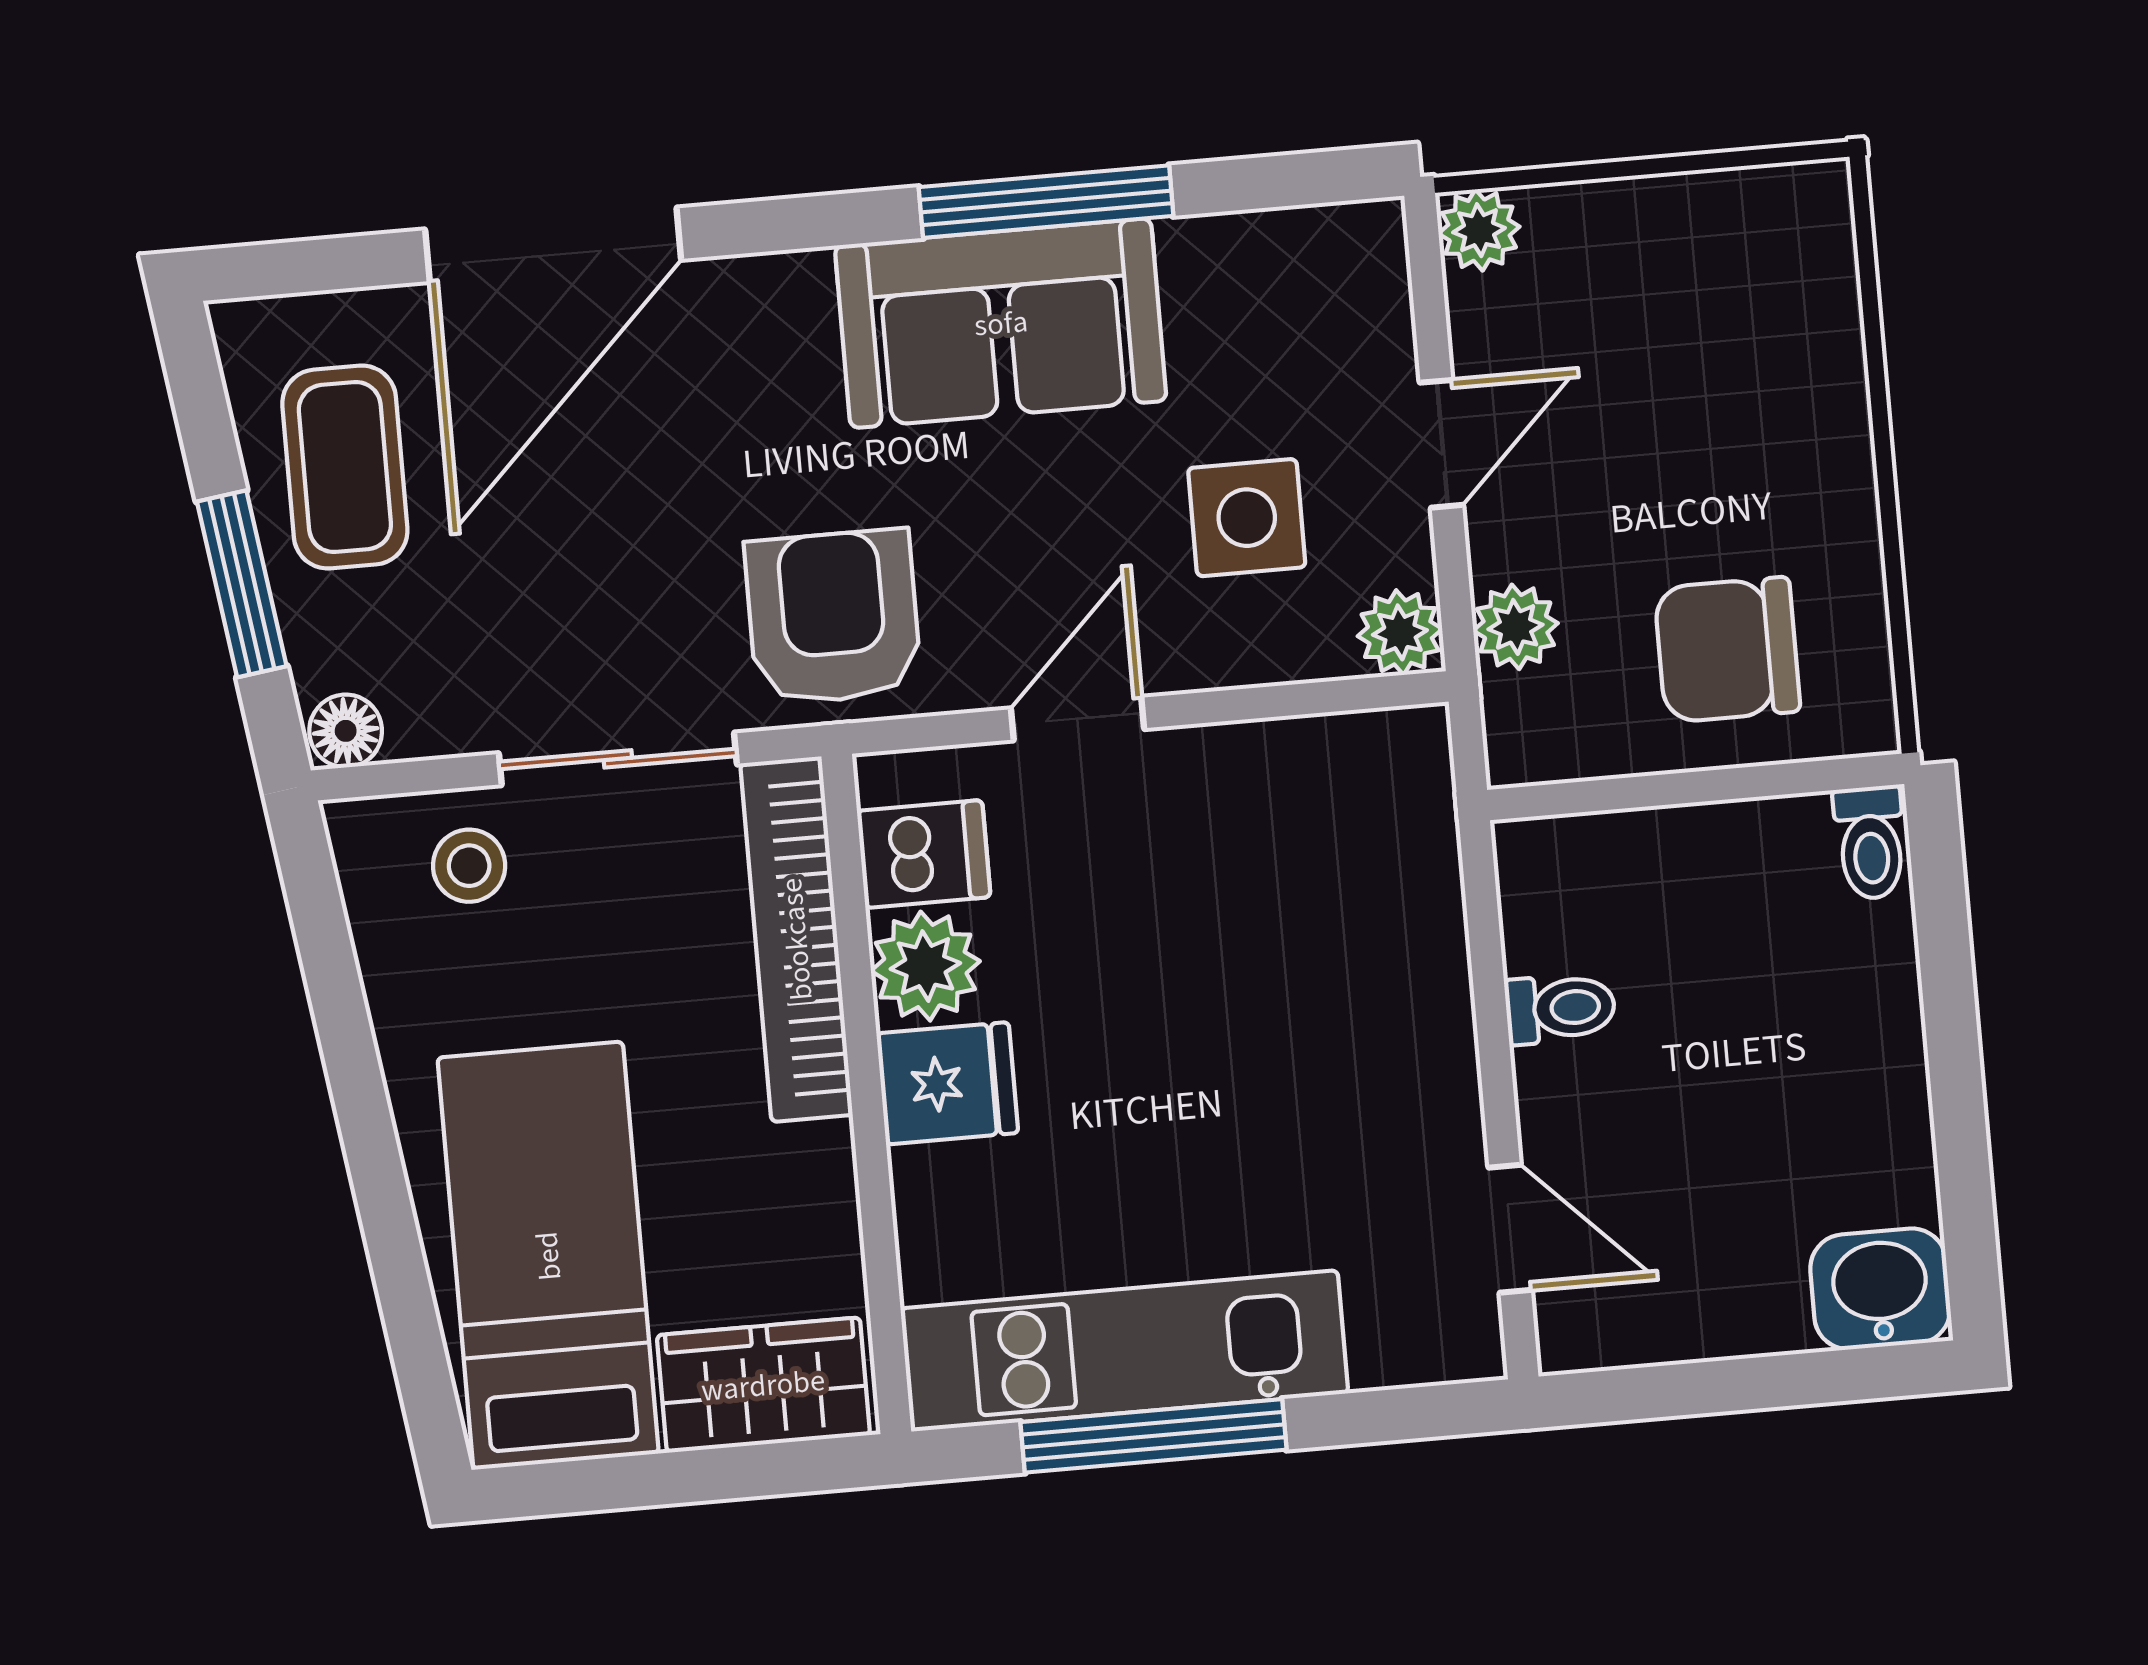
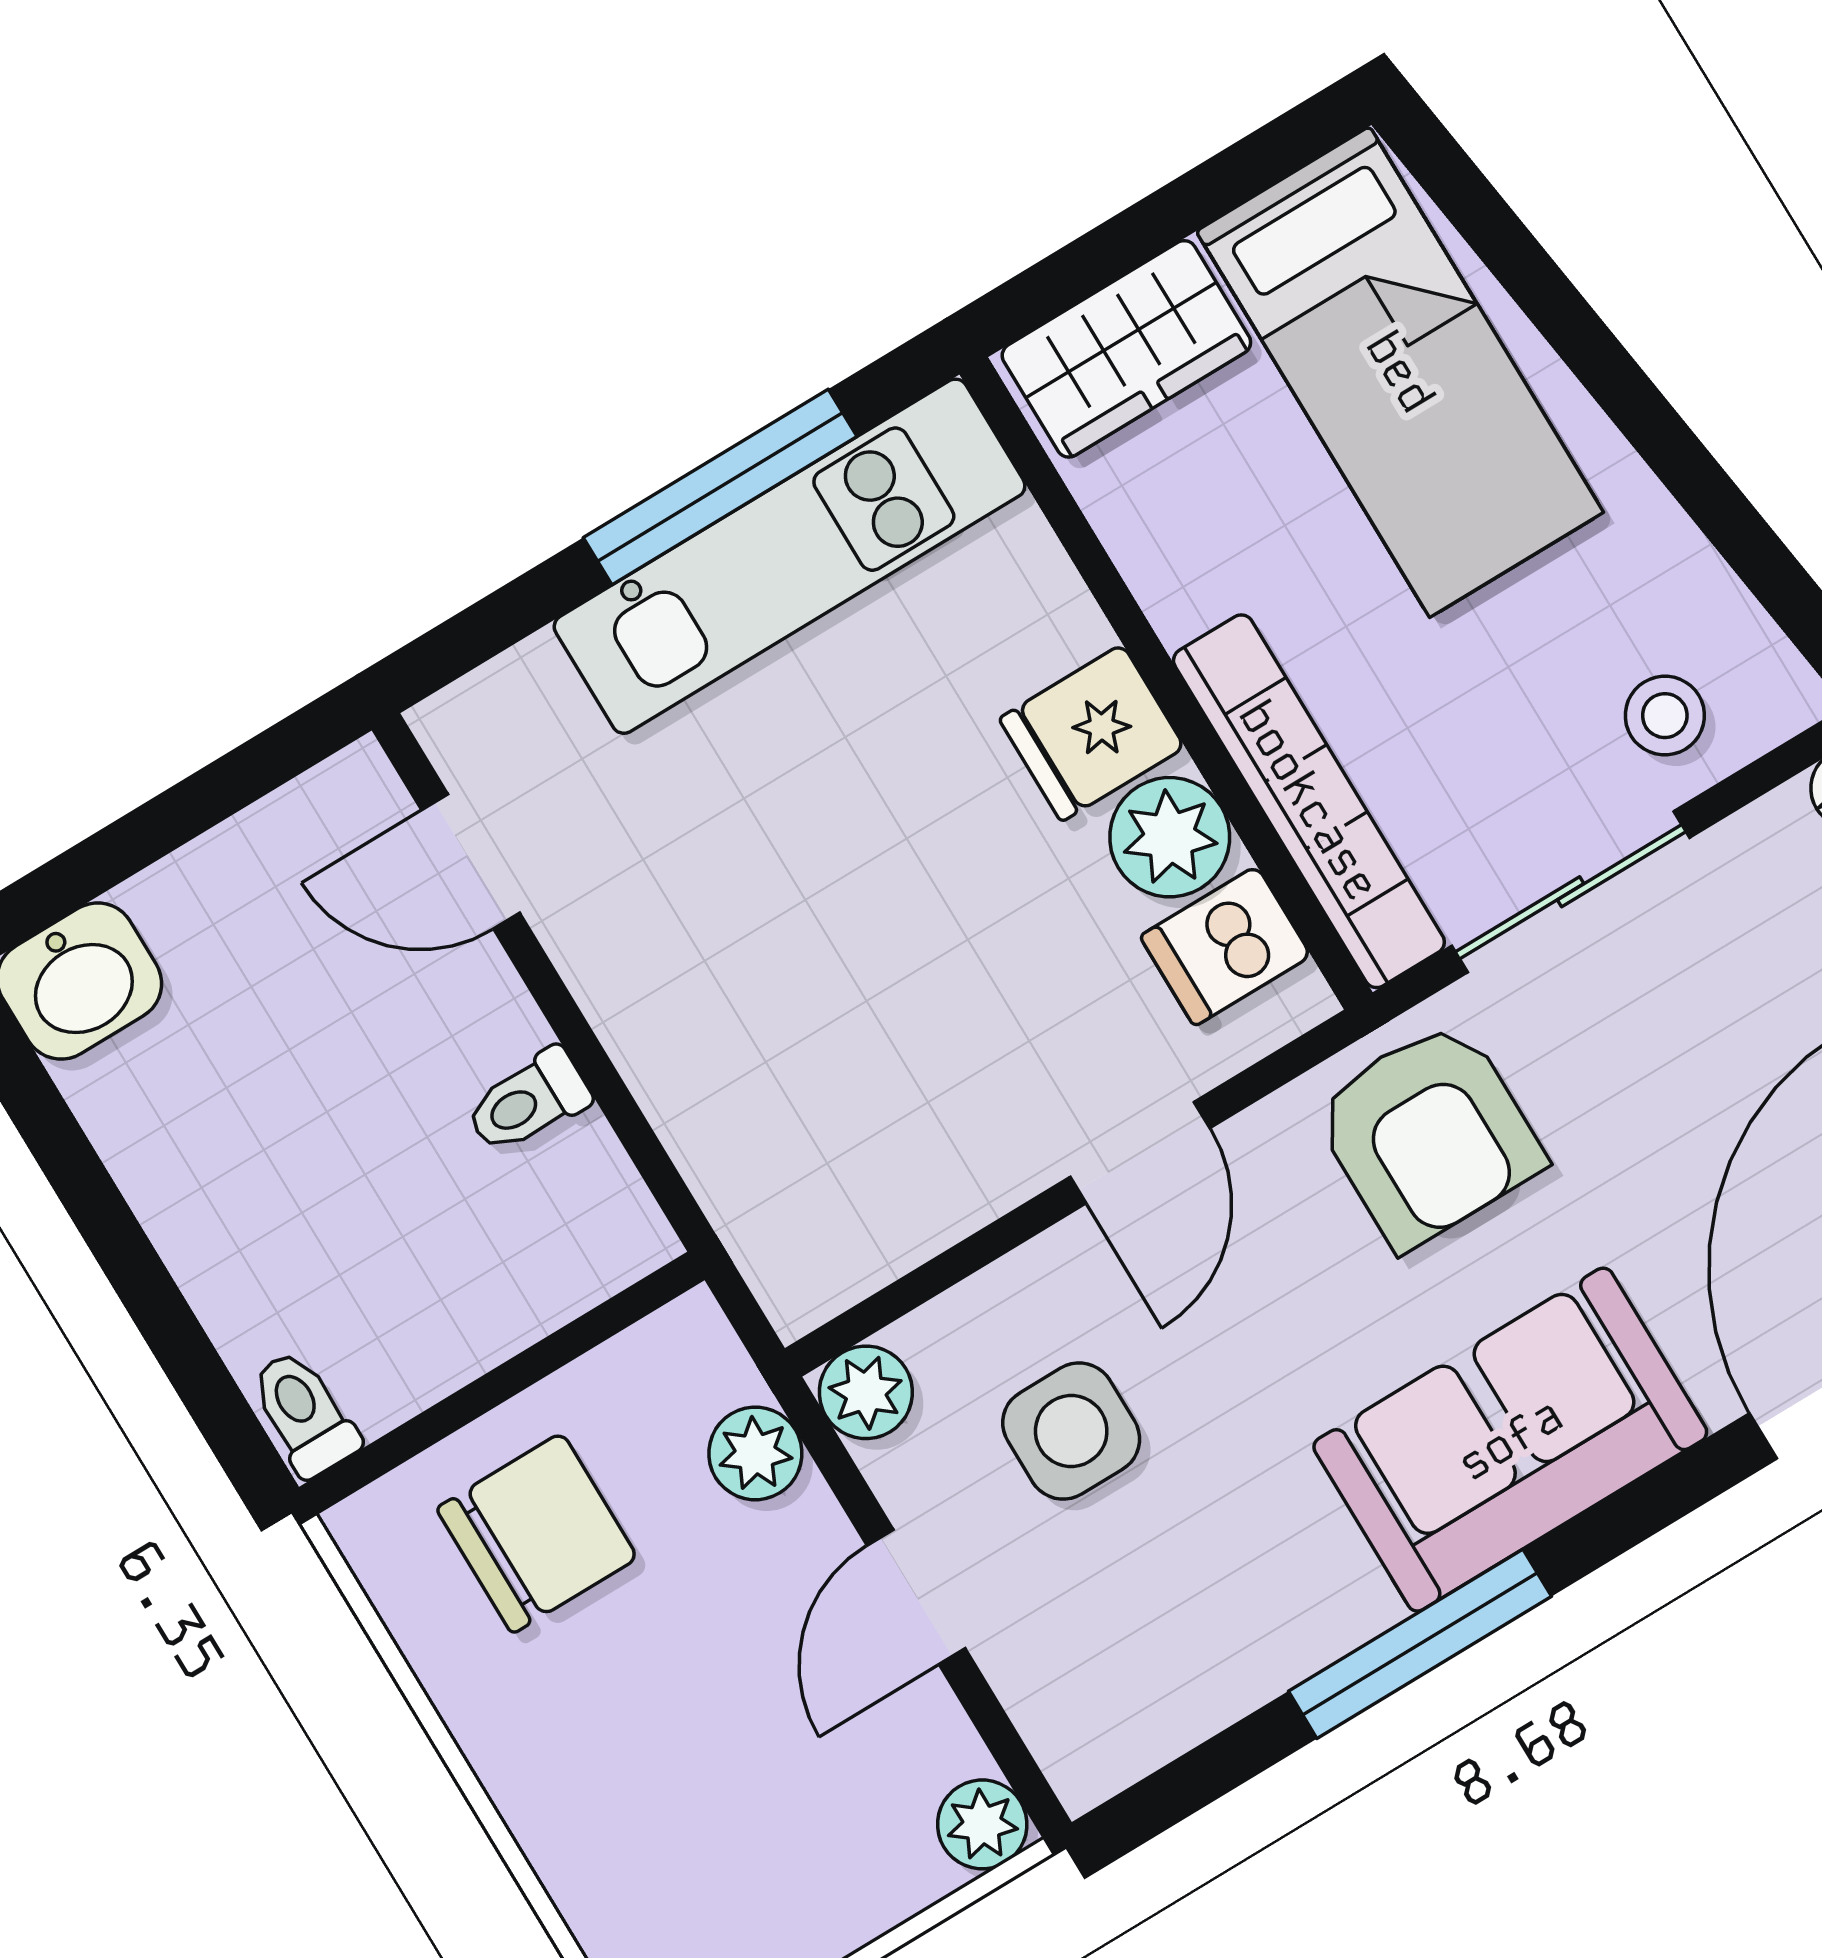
sofa: (1001, 323) -> (1510, 1440), moved

